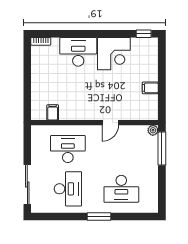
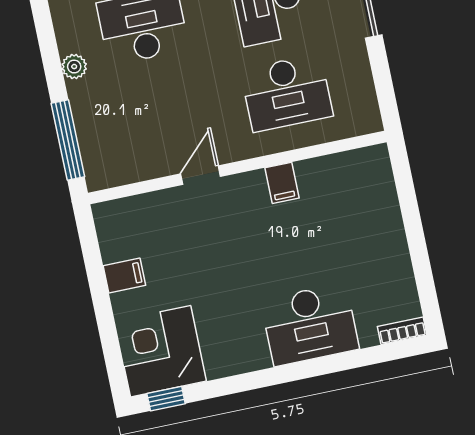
corner desk: (114, 54) -> (161, 351), moved
filing cabinet: (53, 112) -> (282, 183), moved
plant: (153, 130) -> (74, 67), moved

